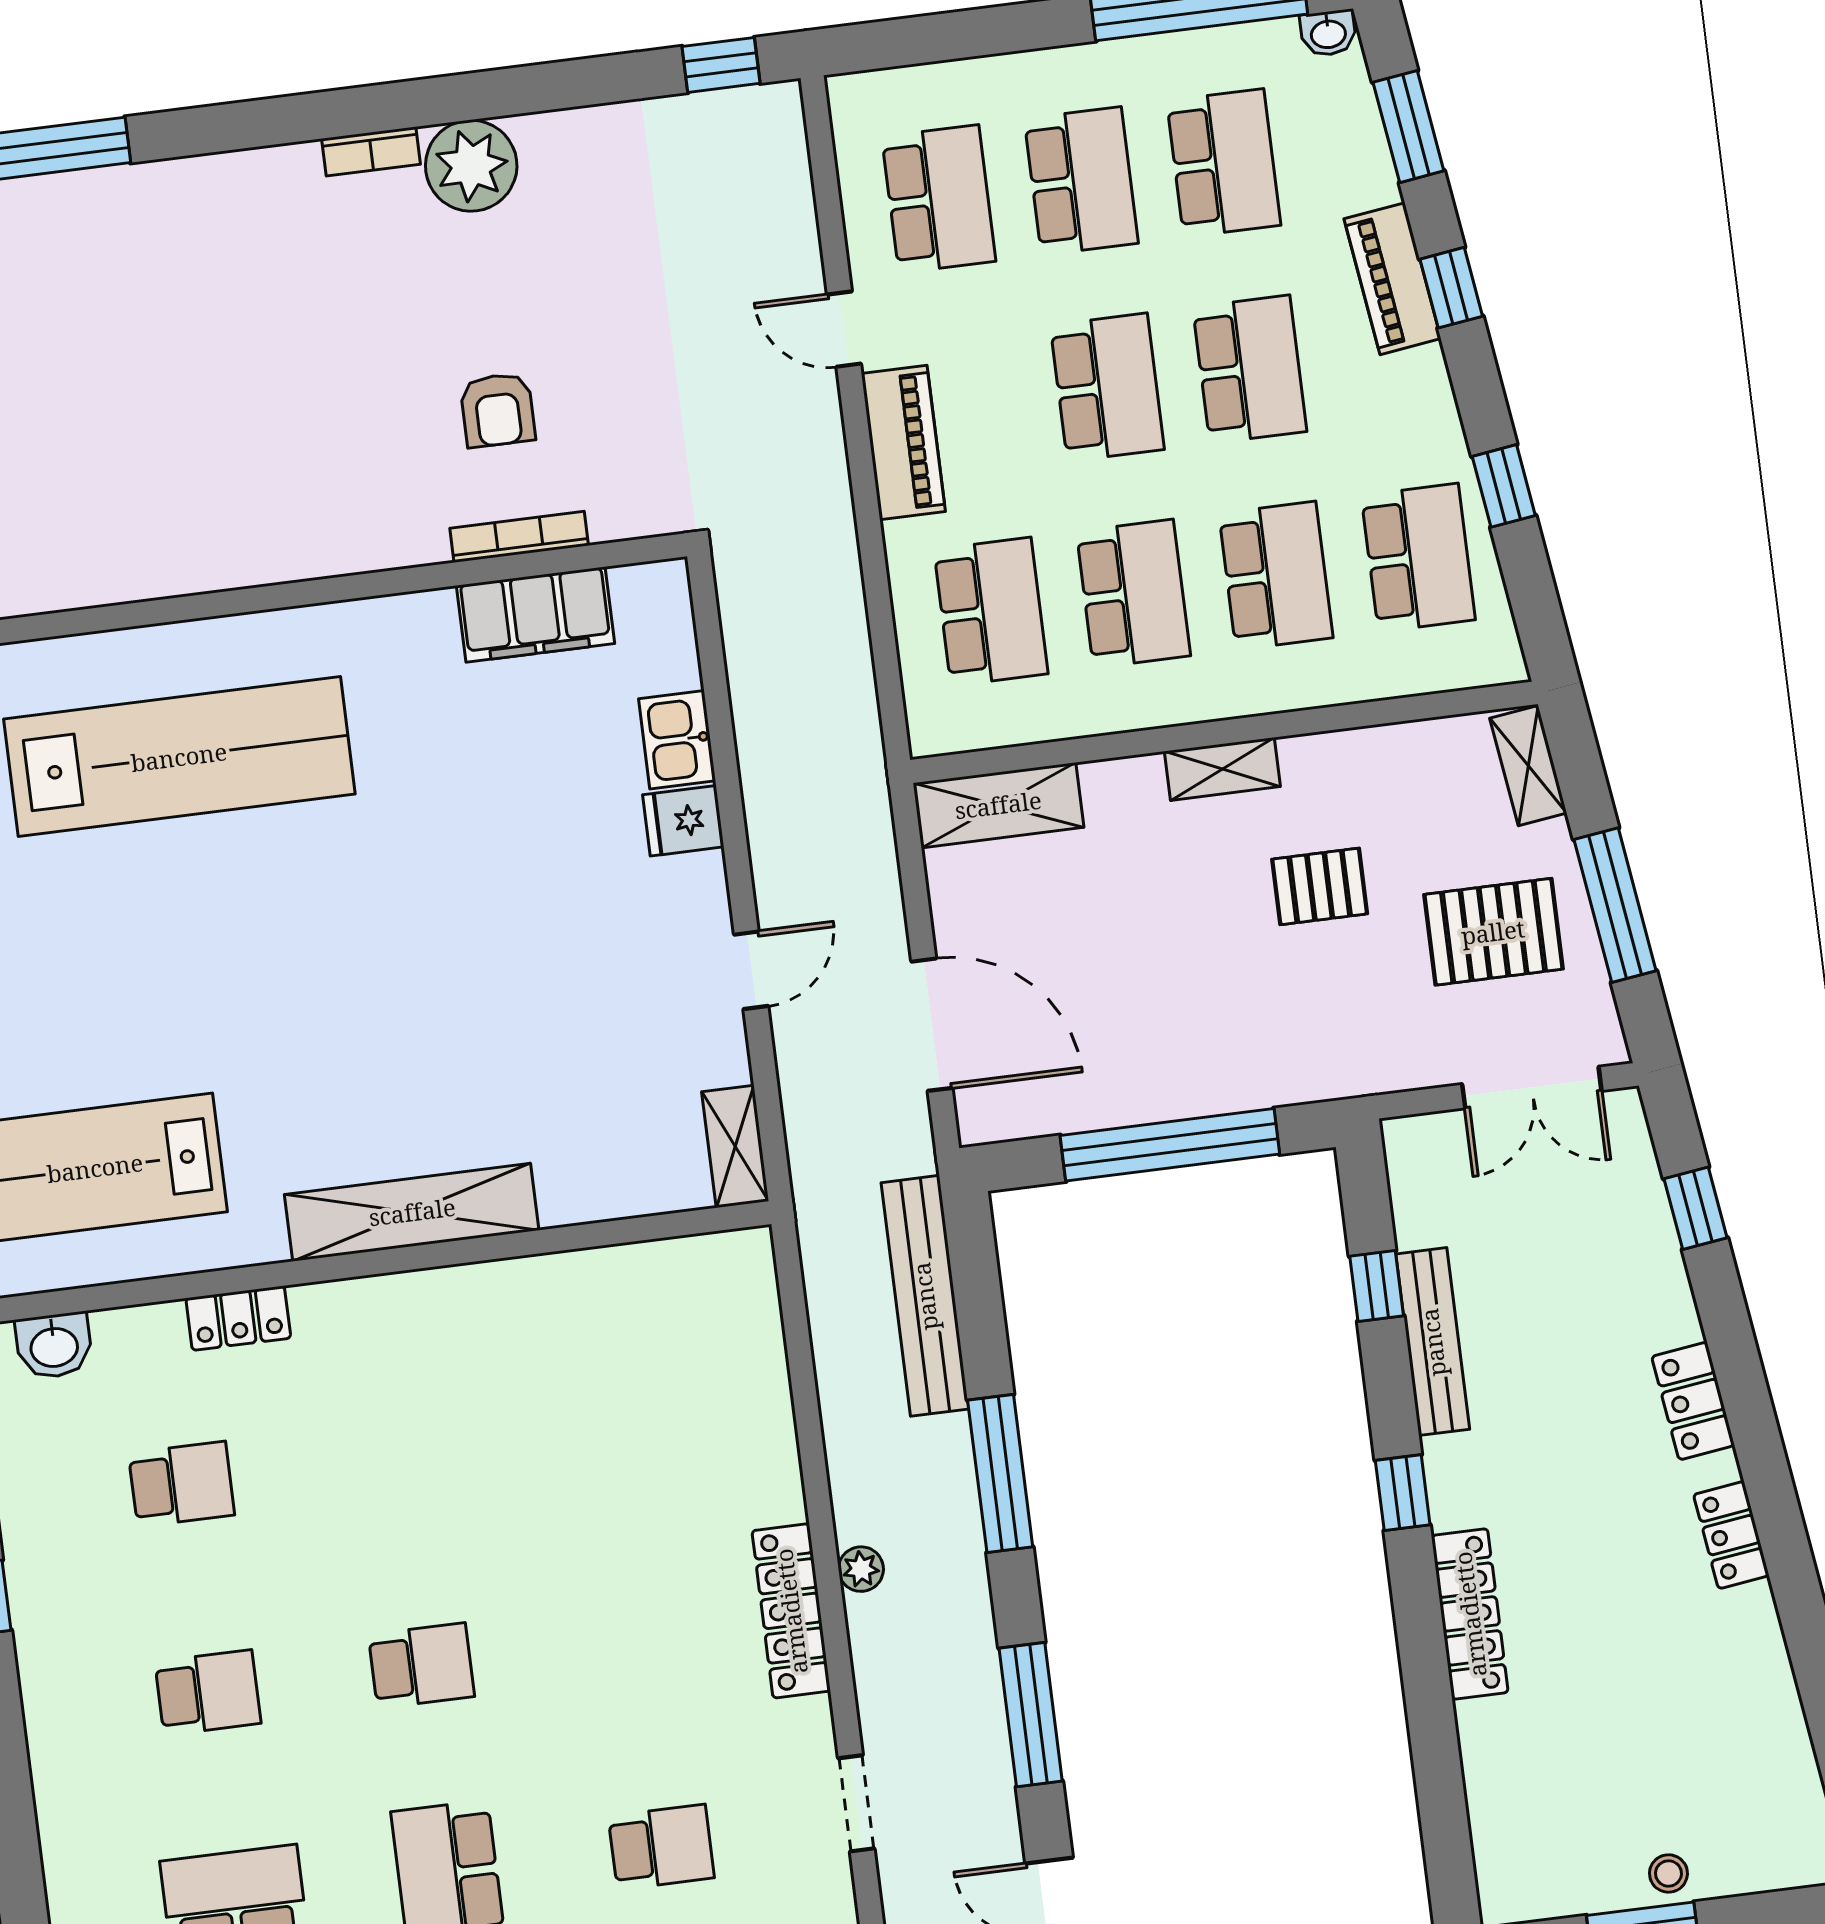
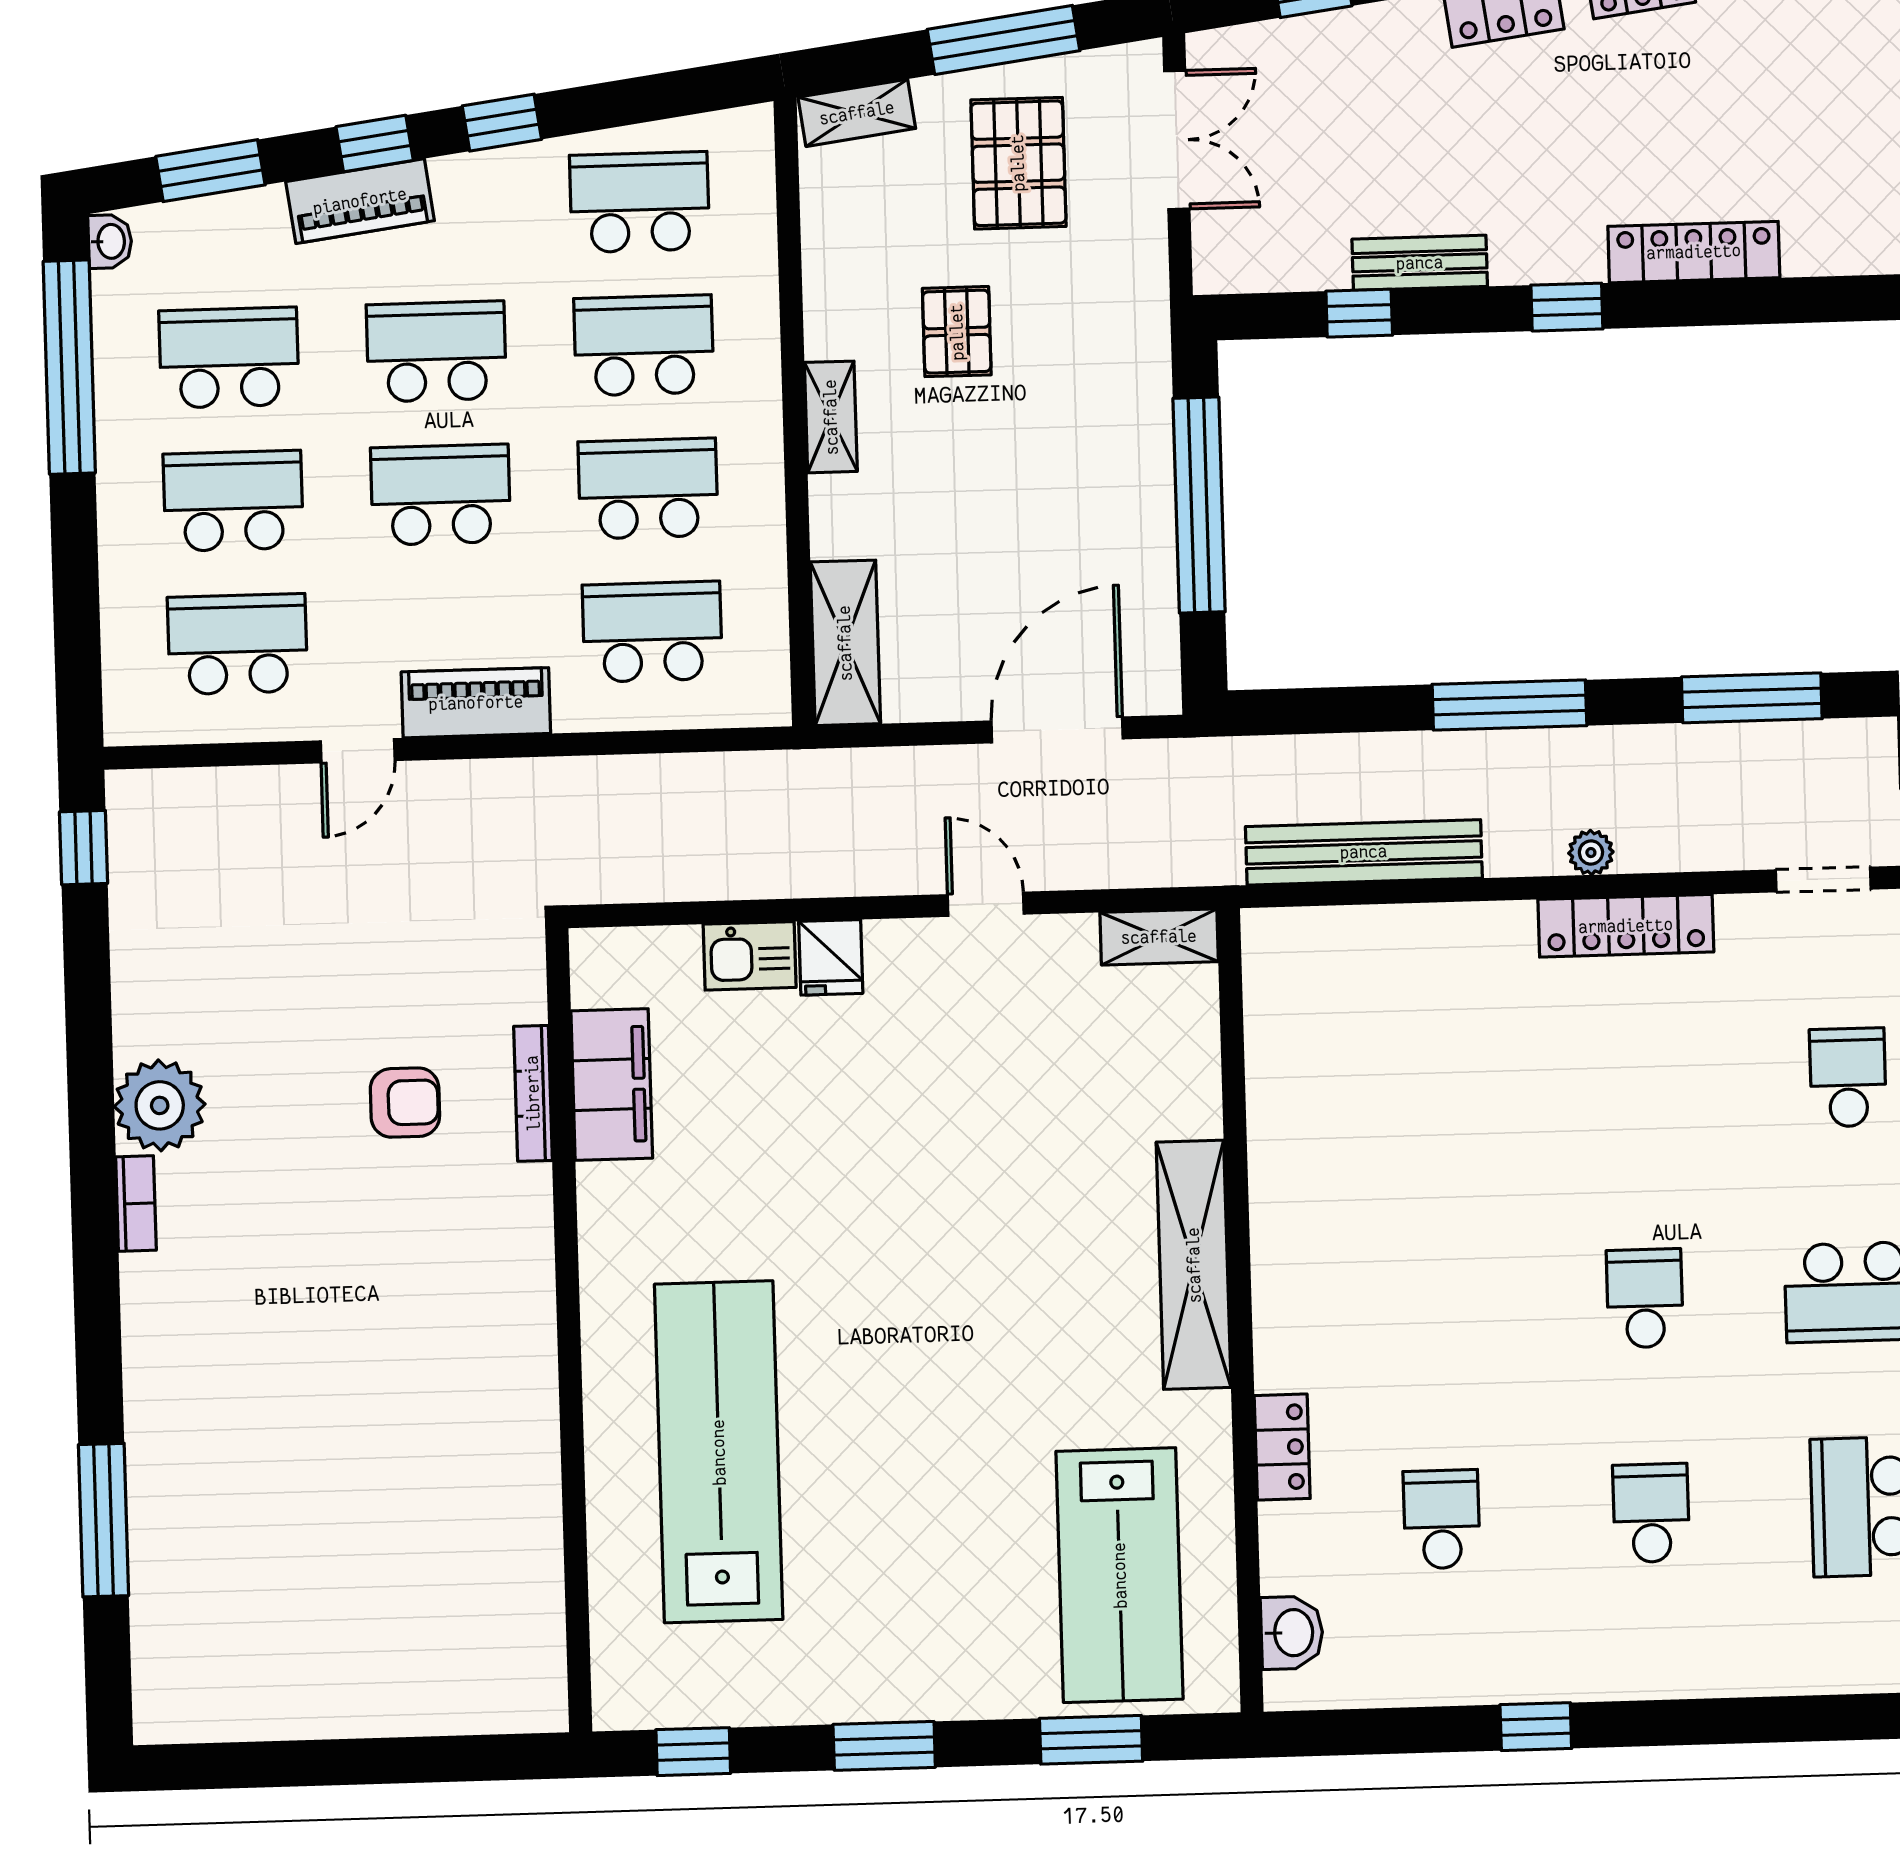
window: (1504, 486) -> (502, 123), moved
bench: (925, 1296) -> (1364, 852), moved
bench: (1433, 1342) -> (1420, 263), width x0.73

